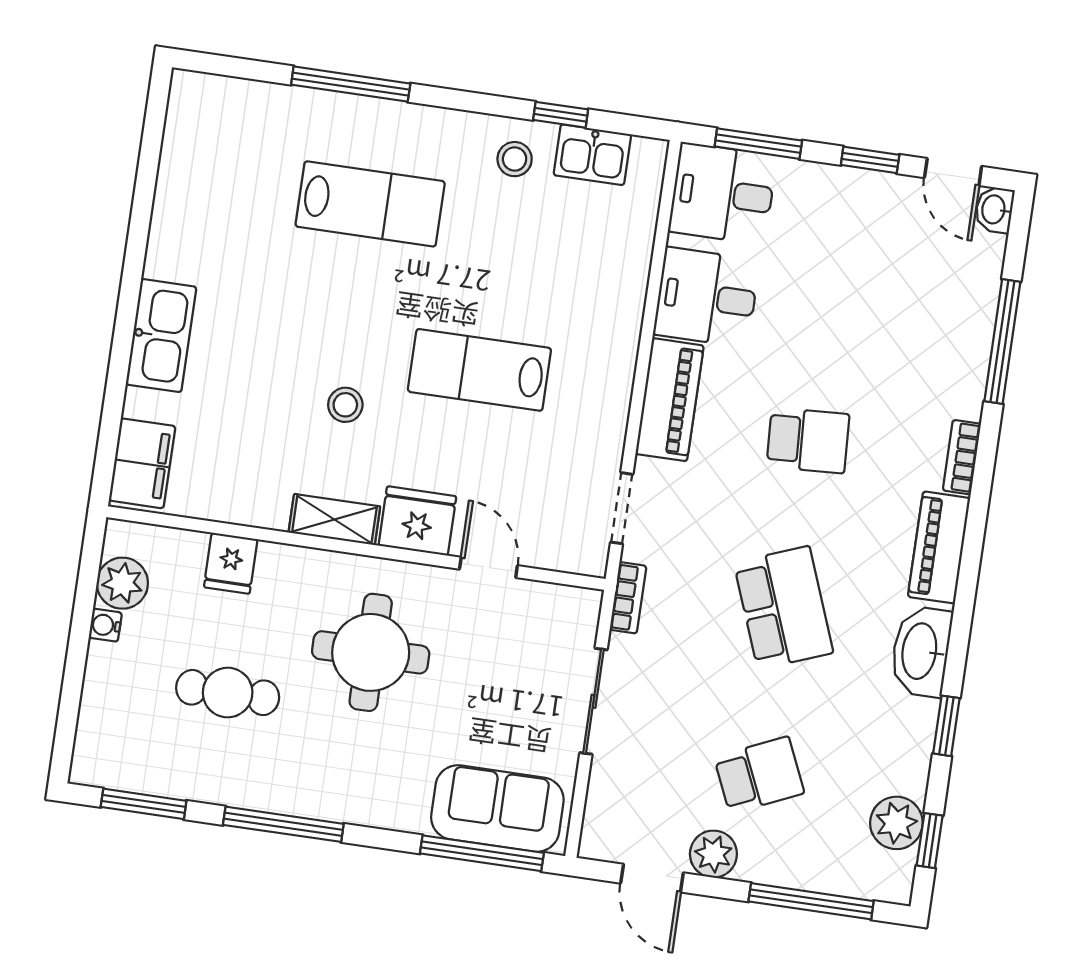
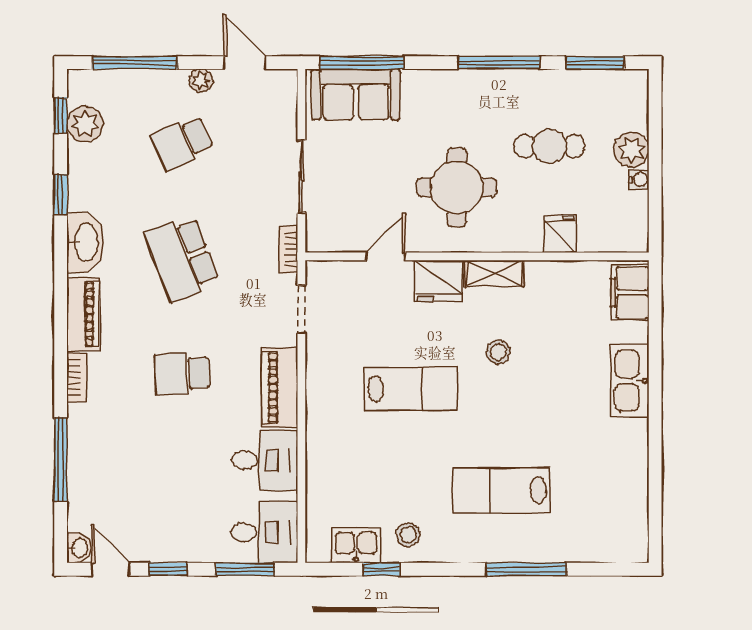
door: (488, 567) -> (386, 256), swing flipped
plant: (122, 583) -> (631, 150), moved
plant: (713, 854) -> (201, 81), width x0.73, depth x0.73

